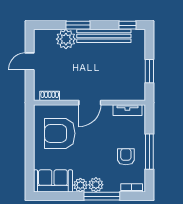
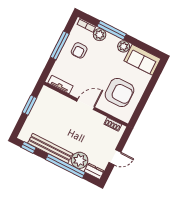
window: (78, 25) -> (65, 166), width x2.11
dresser: (44, 35) -> (94, 171), added
plant: (96, 185) -> (100, 35), moved

